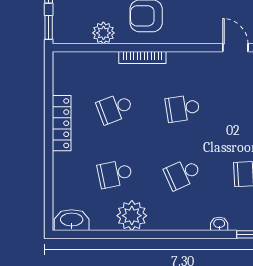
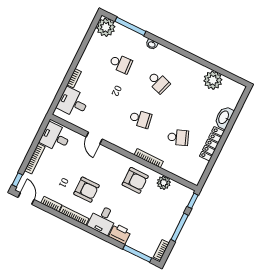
school desk: (115, 174) -> (196, 101), removed
school desk: (183, 174) -> (158, 82), turned 42
plant: (132, 216) -> (213, 80), moved
washbasin: (72, 220) -> (224, 117), moved, turned 90

